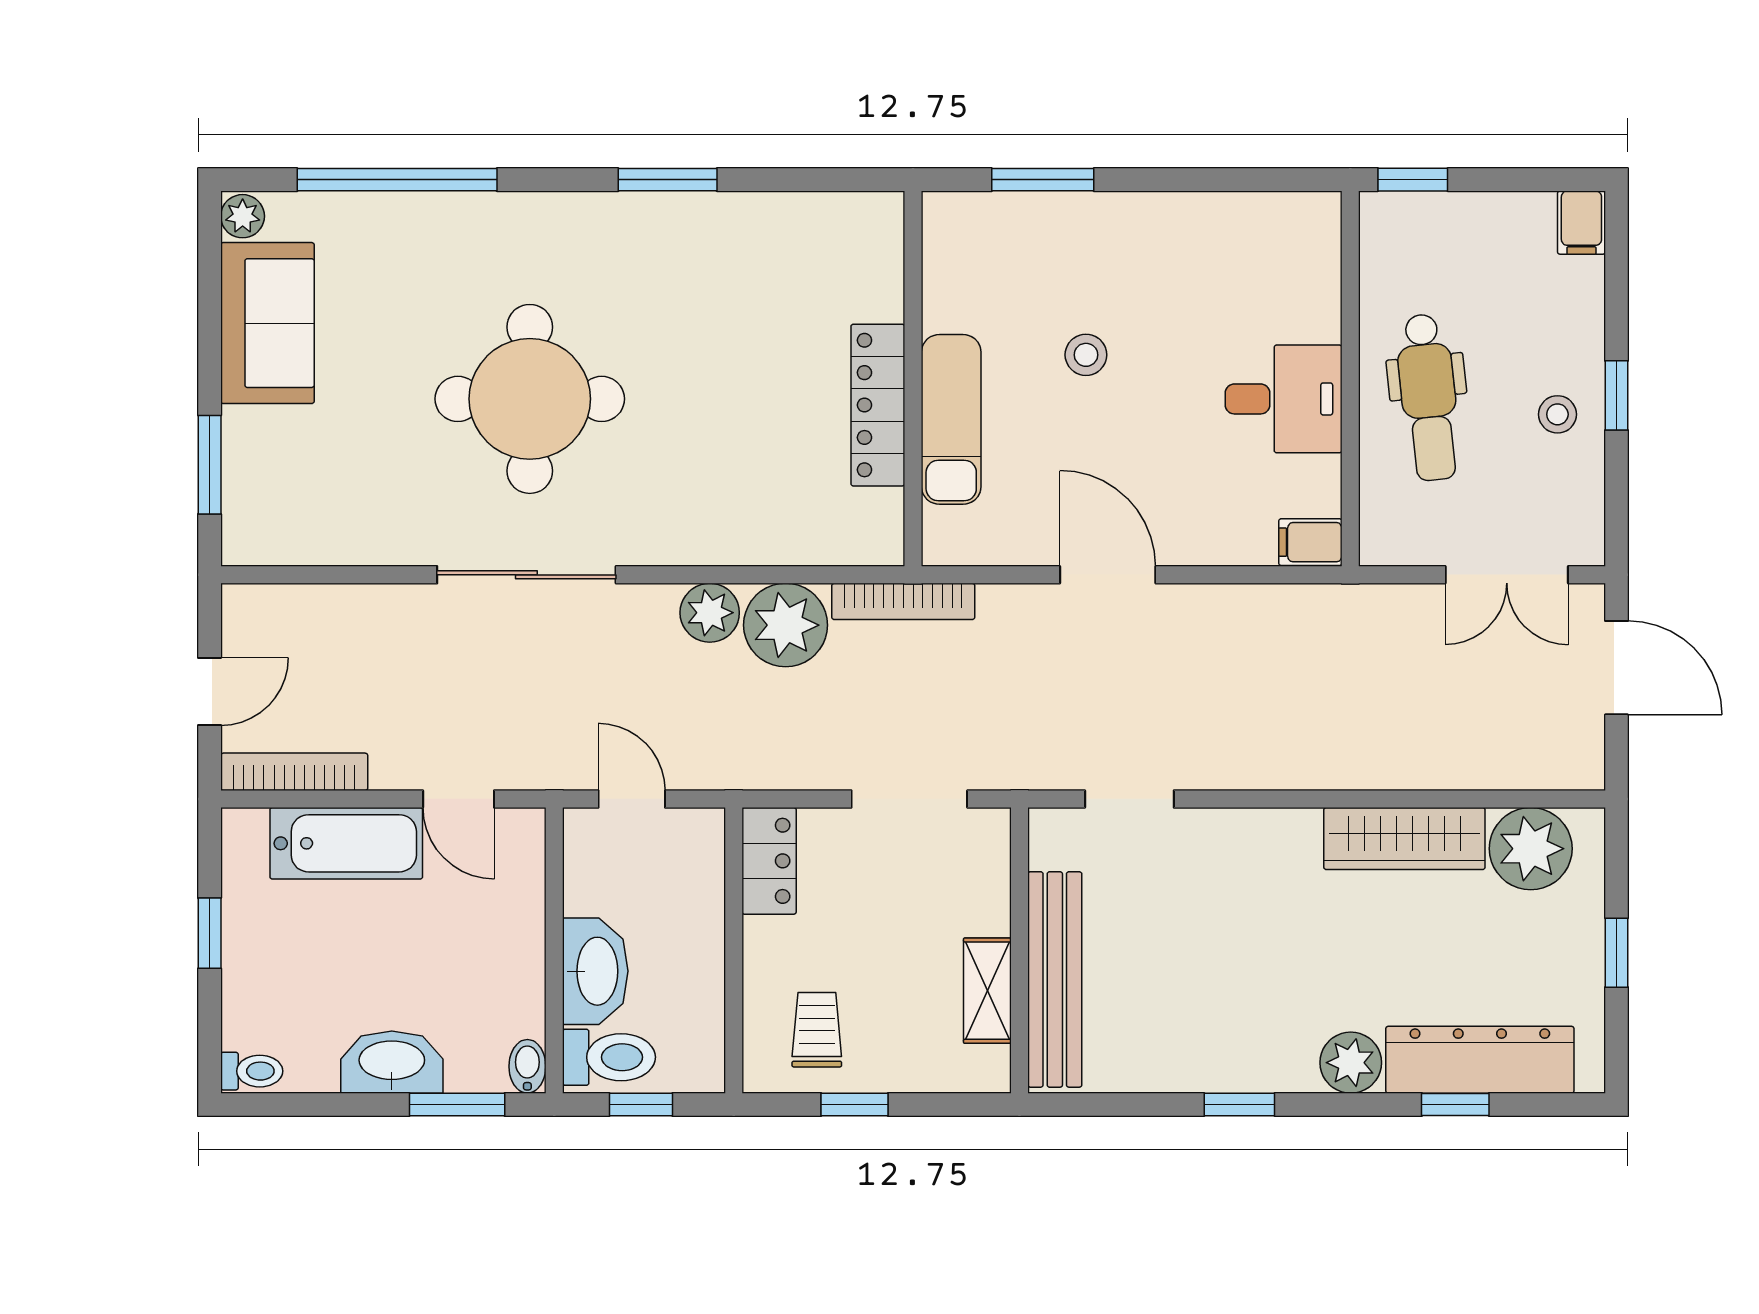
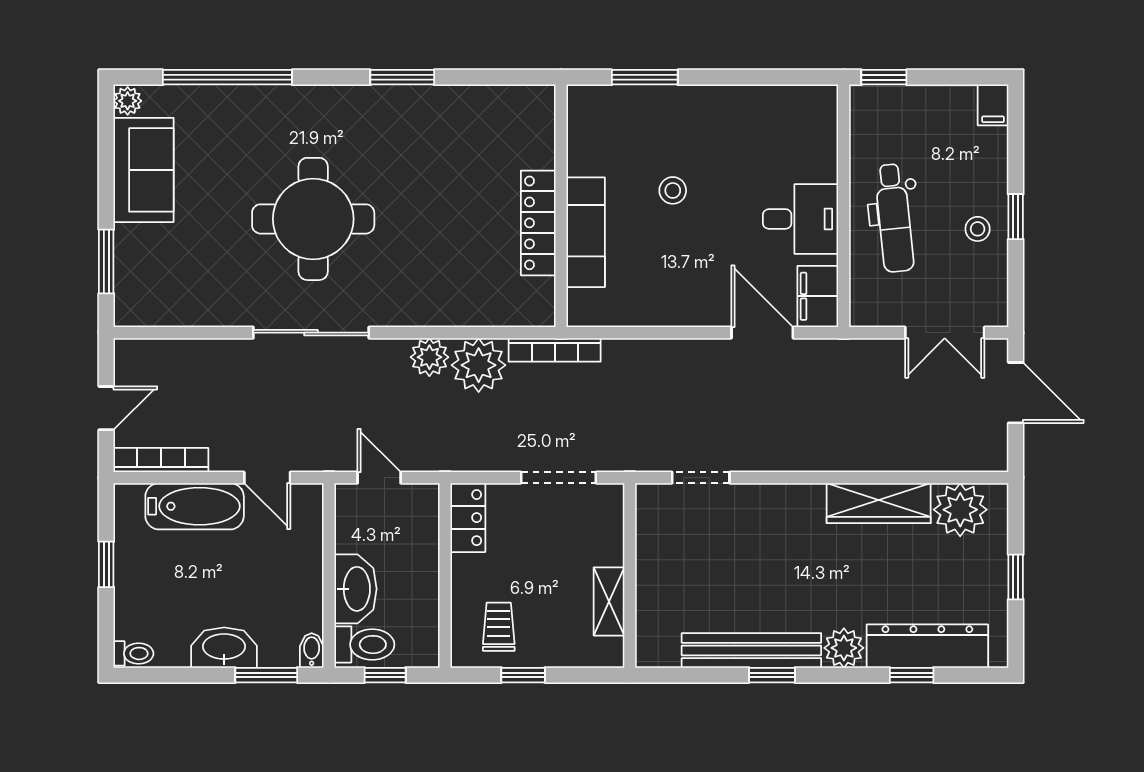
filing cabinet: (1310, 542) -> (818, 296), width x2.00
door: (1108, 575) -> (762, 333), moved
bench: (1055, 979) -> (751, 650), moved, turned 90

